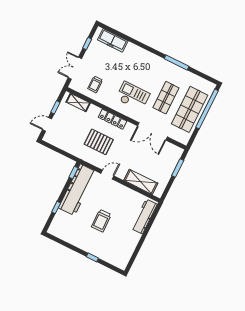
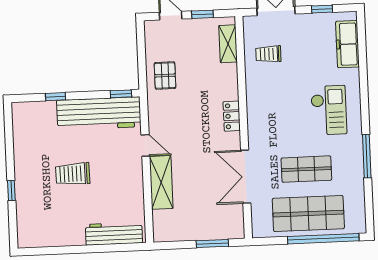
checkout: (133, 96) -> (329, 110), moved
locker: (112, 119) -> (232, 116), width x0.66
pallet: (99, 142) -> (165, 76), moved, width x0.67, depth x0.71
shelving: (141, 182) -> (161, 182), moved

